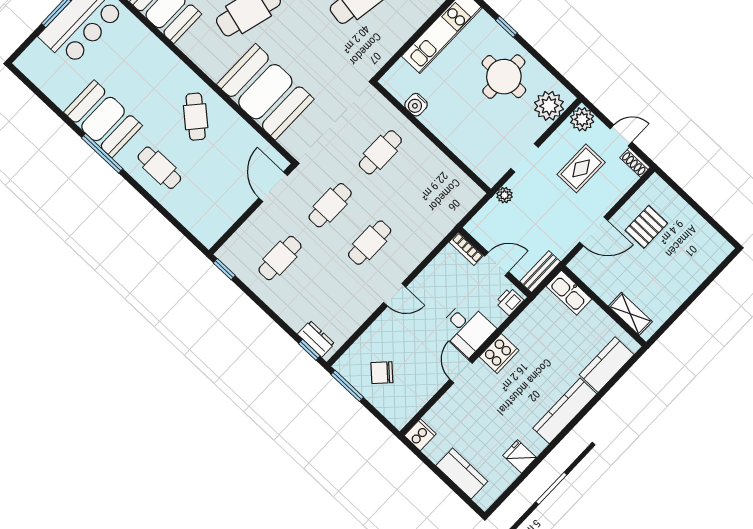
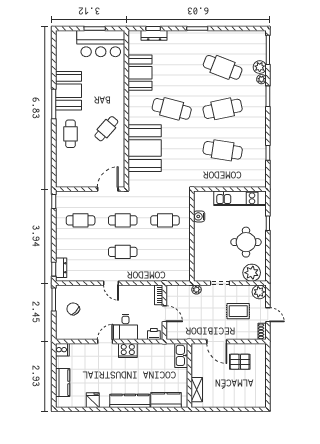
bench: (540, 272) -> (179, 335), removed

